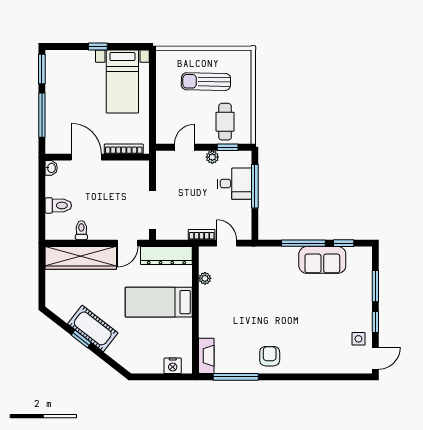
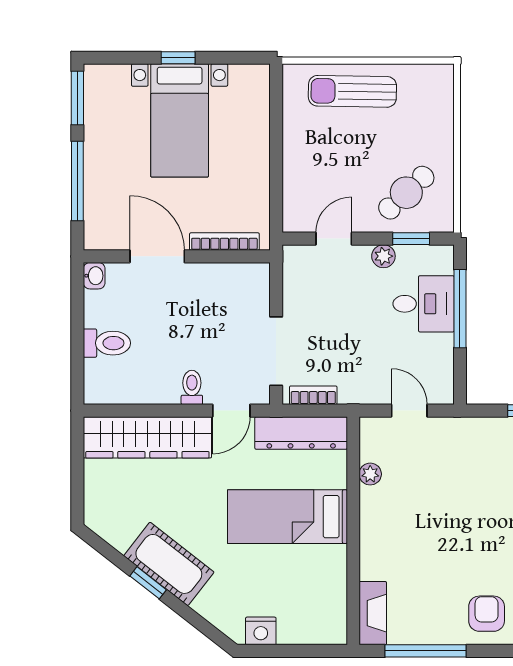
bed with nightstands: (122, 81) -> (180, 120), moved
sun lounger: (206, 82) -> (352, 91), moved
cafe table: (225, 122) -> (406, 193), turned 47
toilet: (81, 230) -> (192, 387), moved
bookcase: (202, 235) -> (313, 395), moved
nightstand: (173, 366) -> (261, 631), moved

